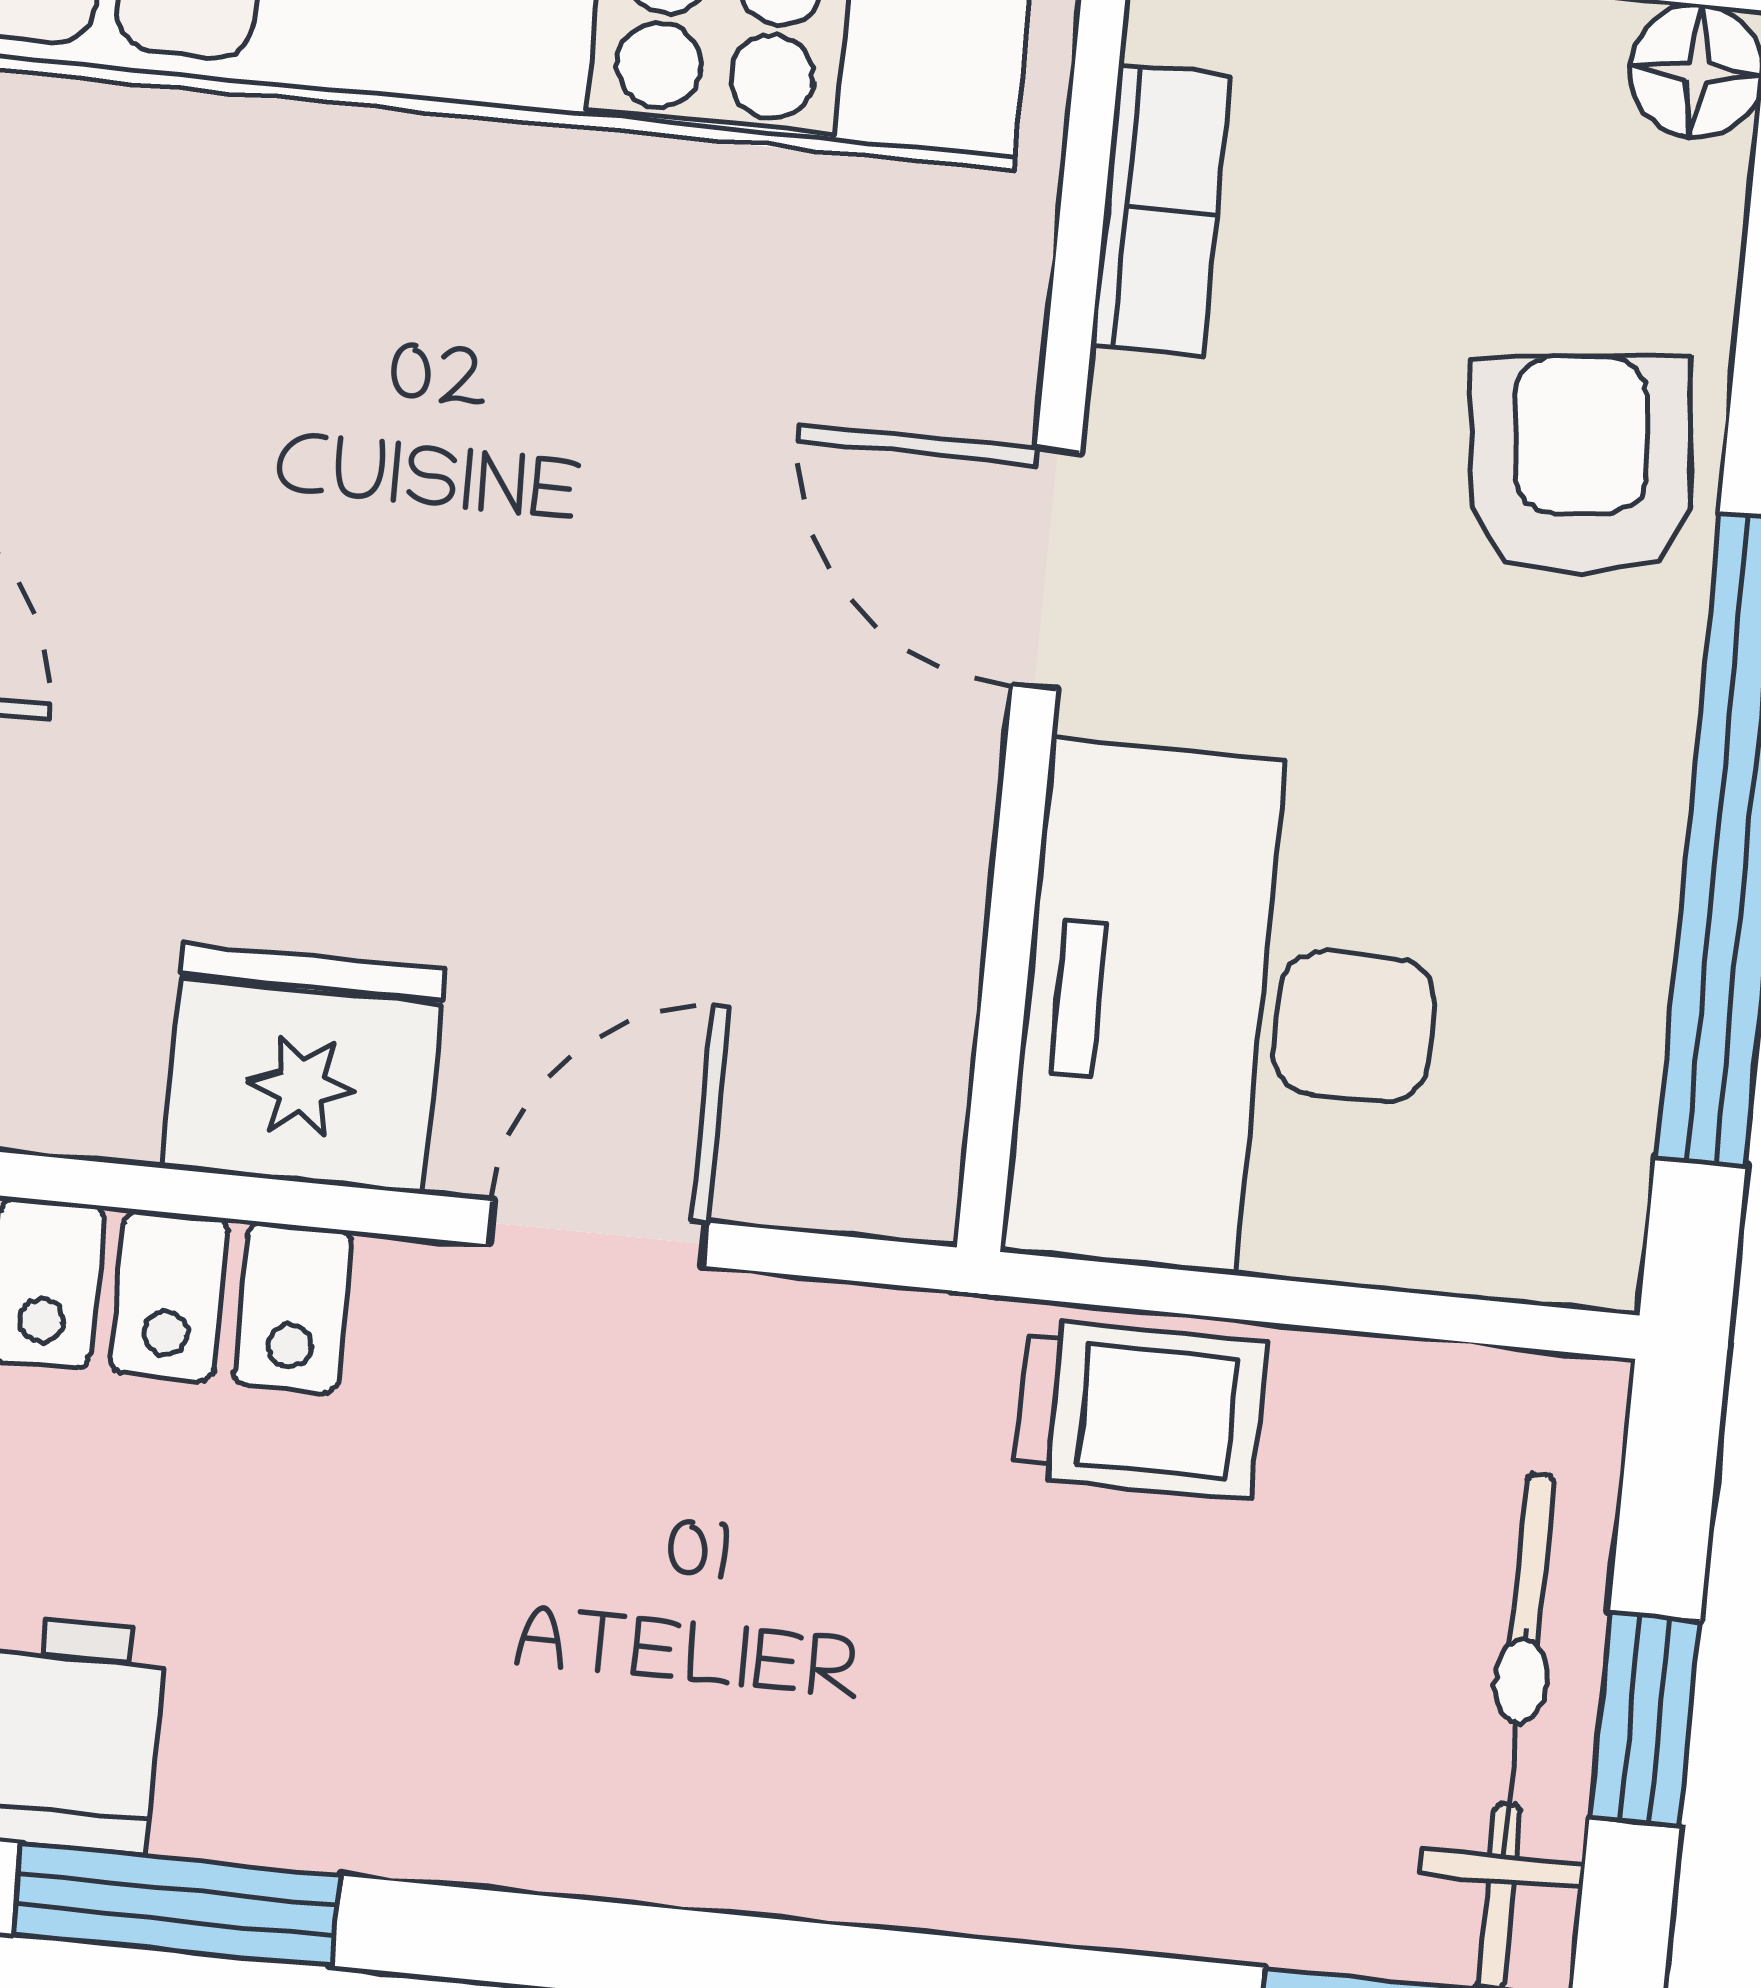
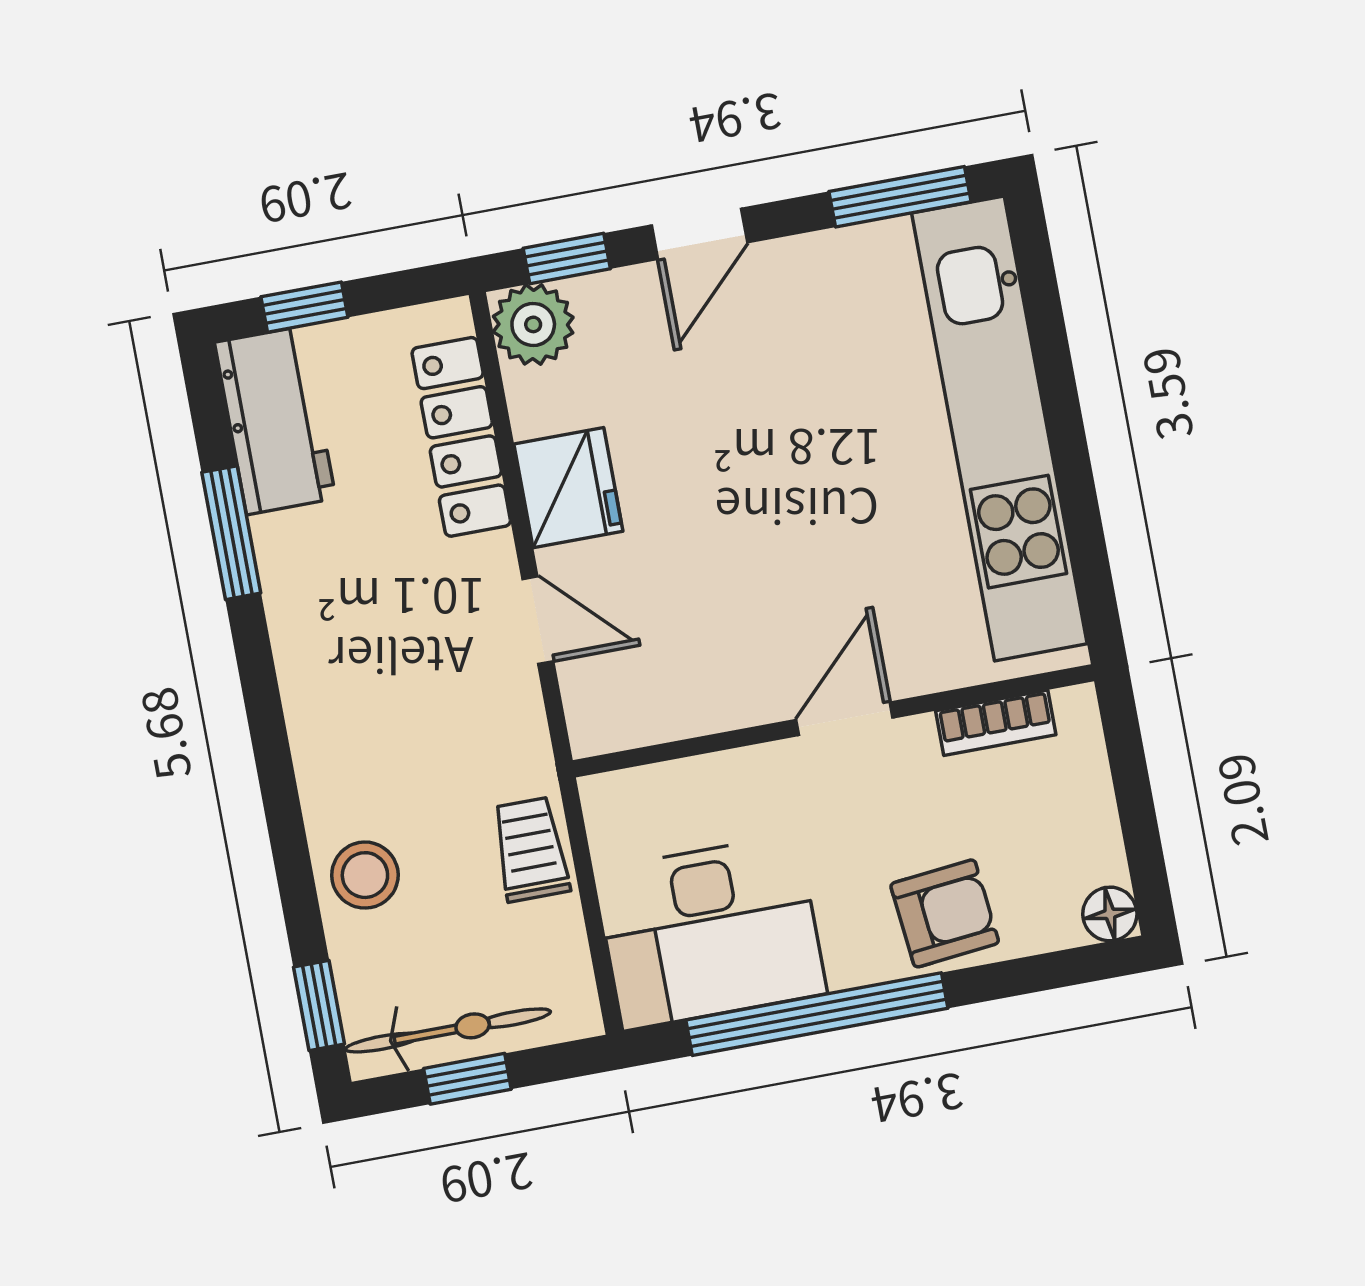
desk: (1228, 1014) -> (710, 932), moved, turned 180
trolley: (1140, 1410) -> (531, 849), turned 180
stool: (1087, 1823) -> (365, 875), added

